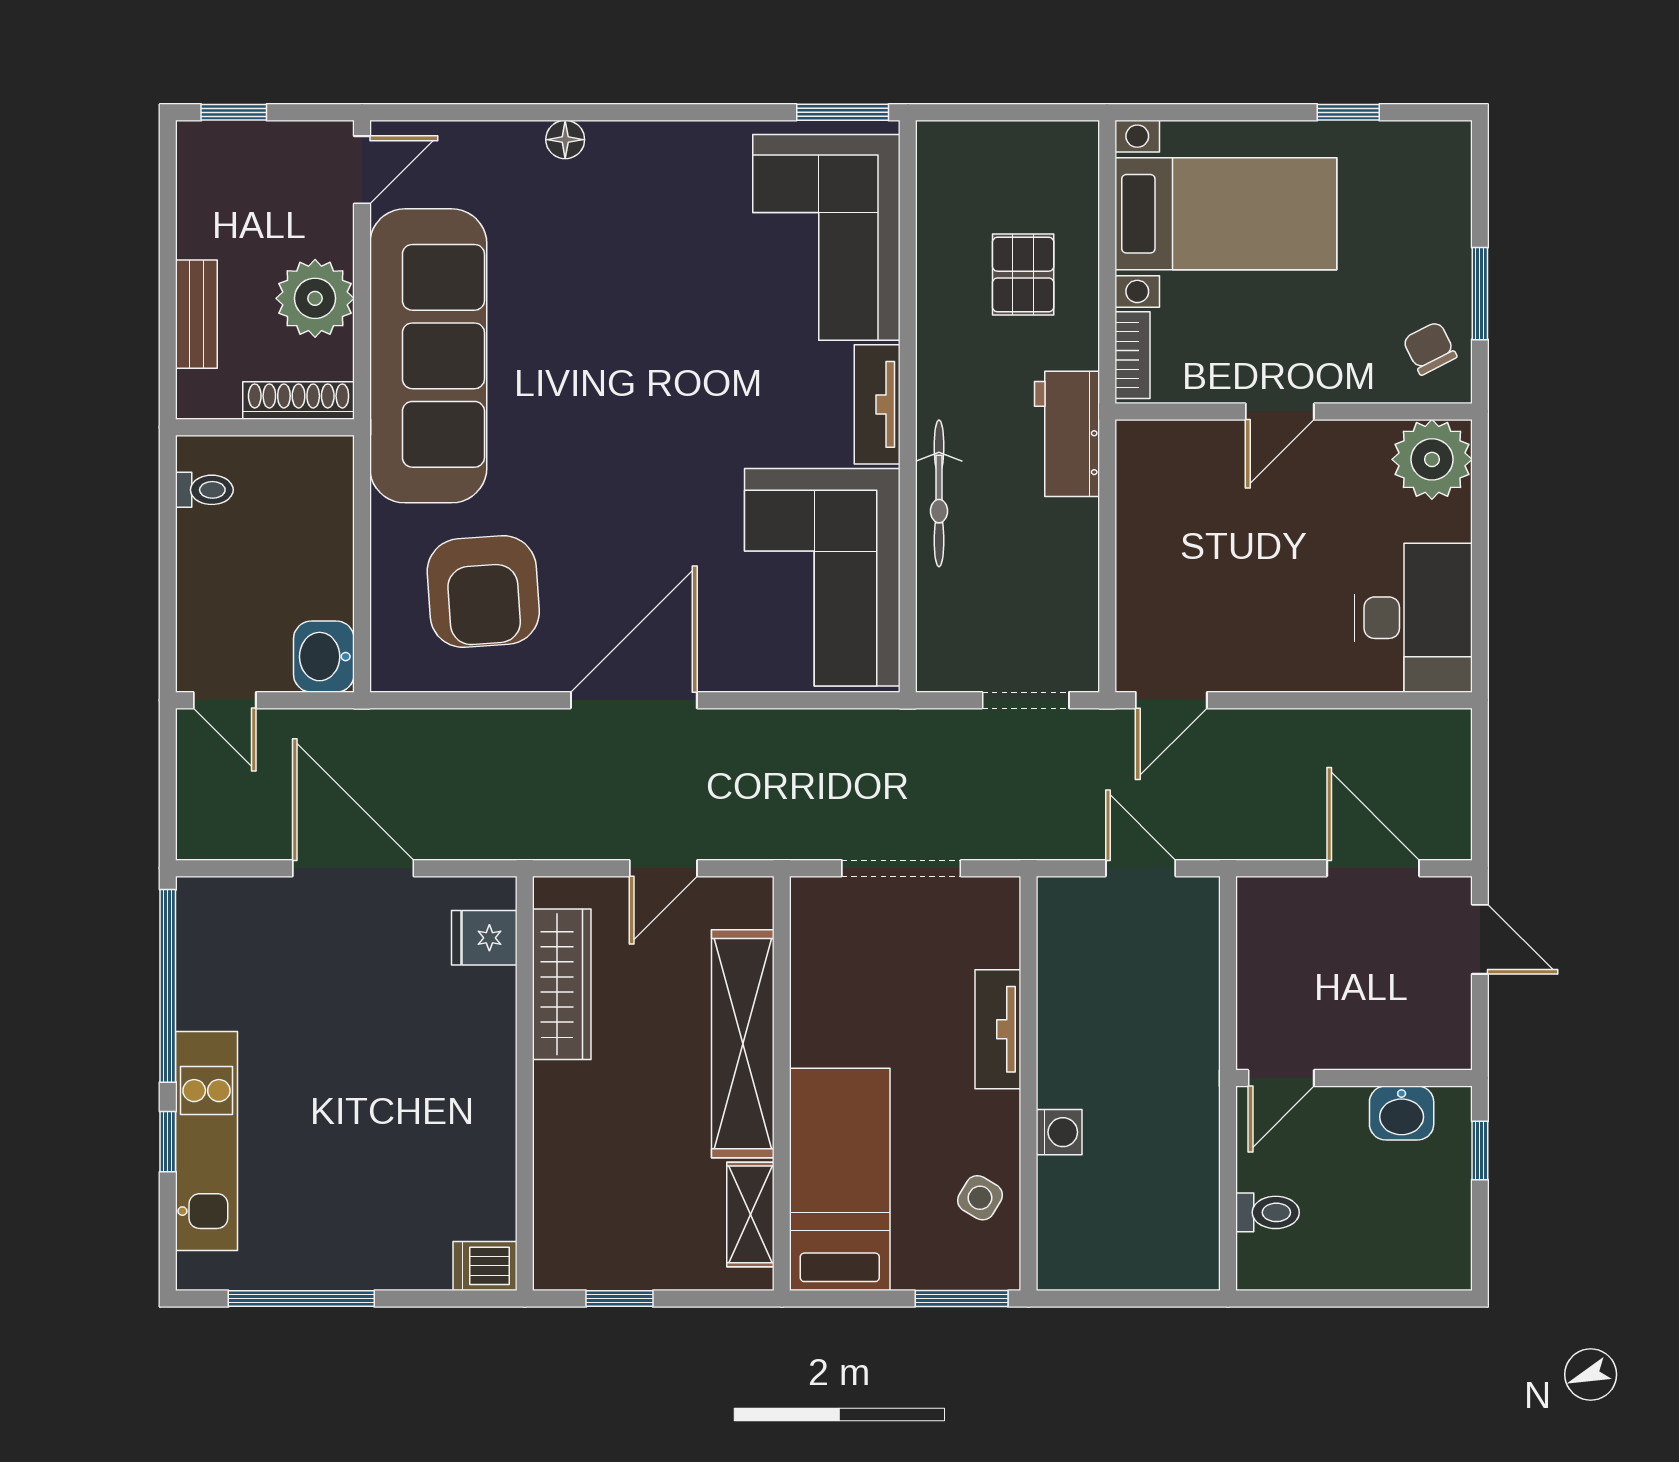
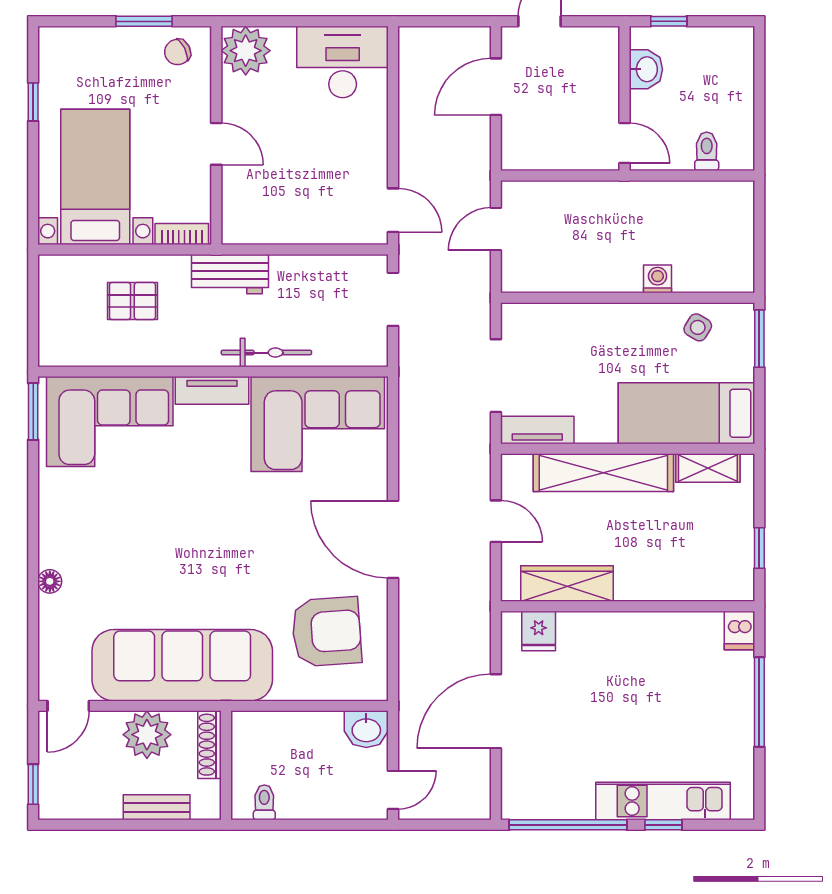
door: (362, 170) -> (68, 706), swing flipped
tv unit: (998, 1029) -> (537, 430), moved, turned 180
window: (301, 1299) -> (759, 702), moved

